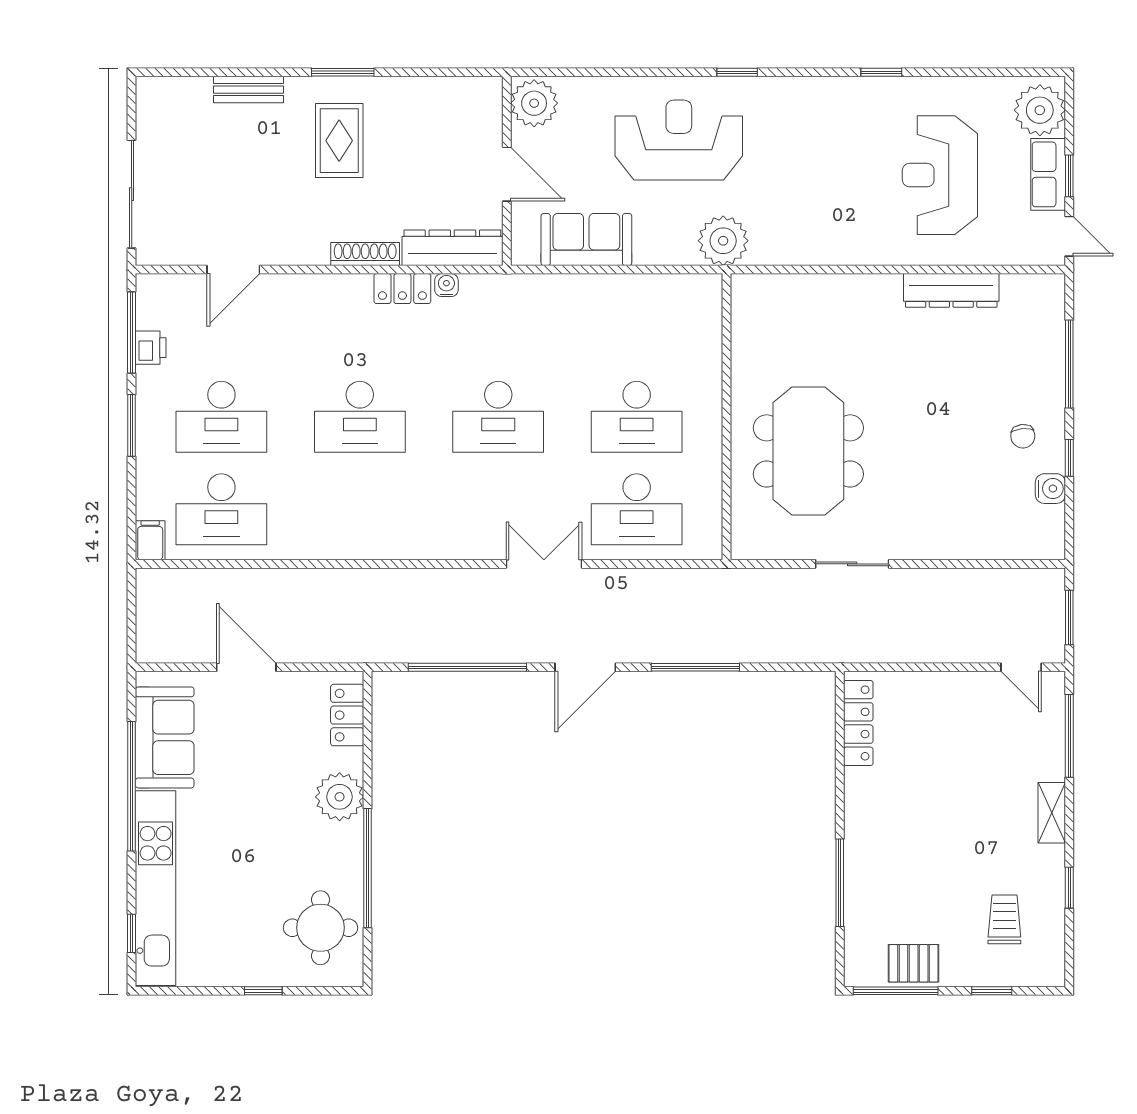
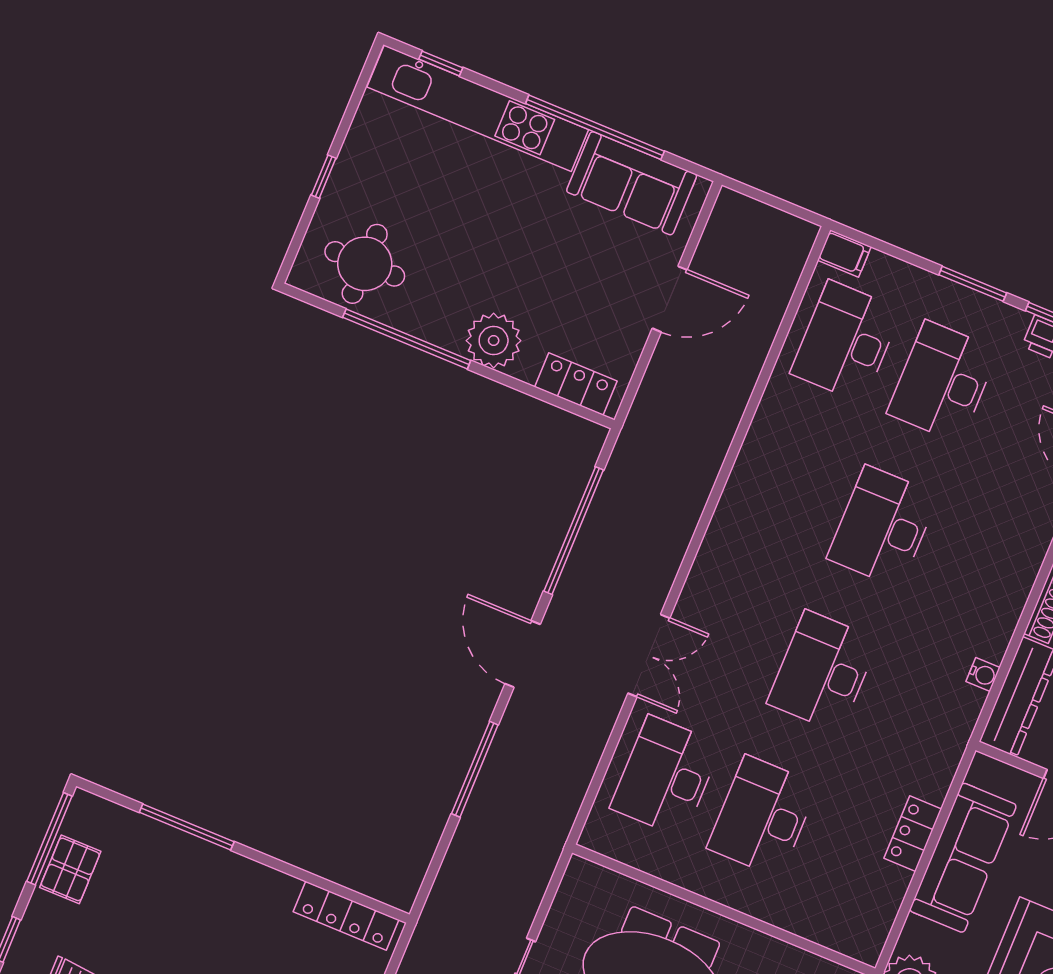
sofa: (586, 240) -> (963, 858), width x1.36
locker: (402, 289) -> (913, 834), moved

